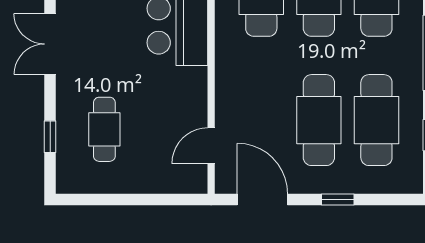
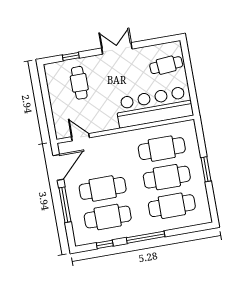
cafe table: (104, 129) -> (79, 83), turned 90
window: (338, 199) -> (65, 205), width x2.17

